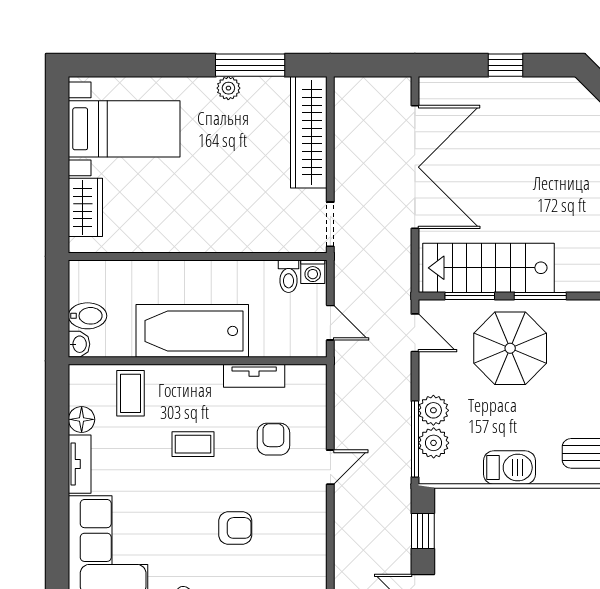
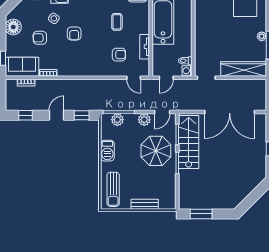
plant: (433, 410) -> (144, 120), moved
door: (330, 467) -> (134, 78), moved
armchair: (235, 528) -> (74, 33), moved

